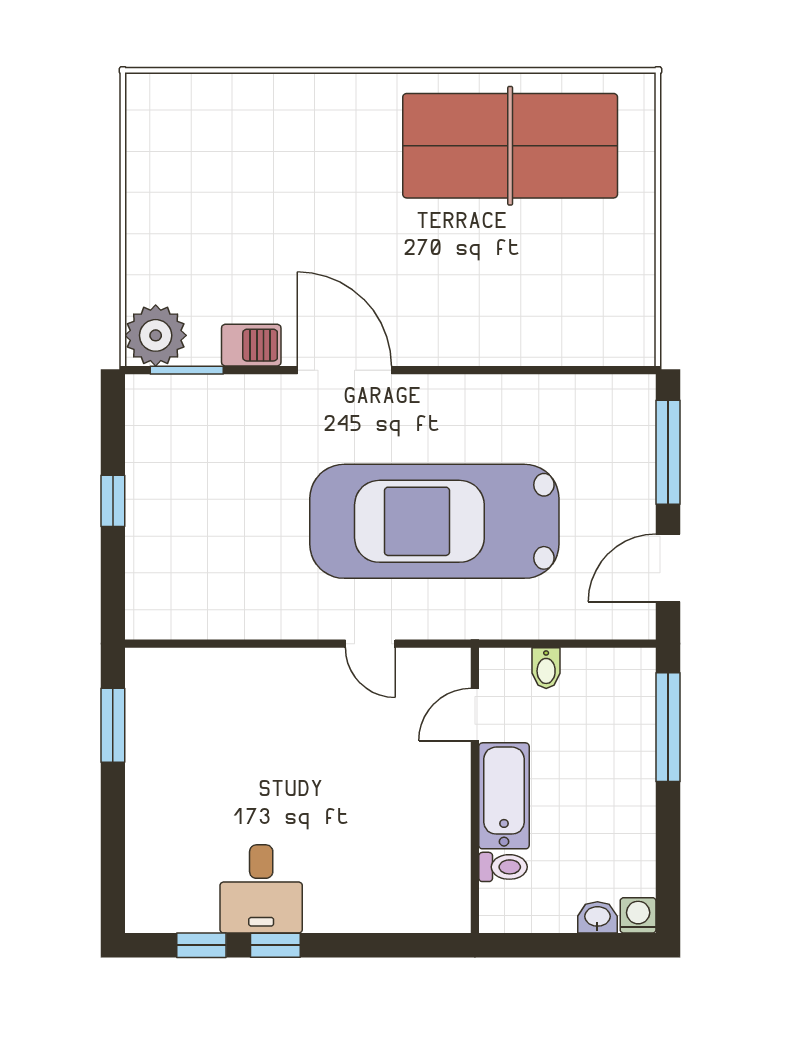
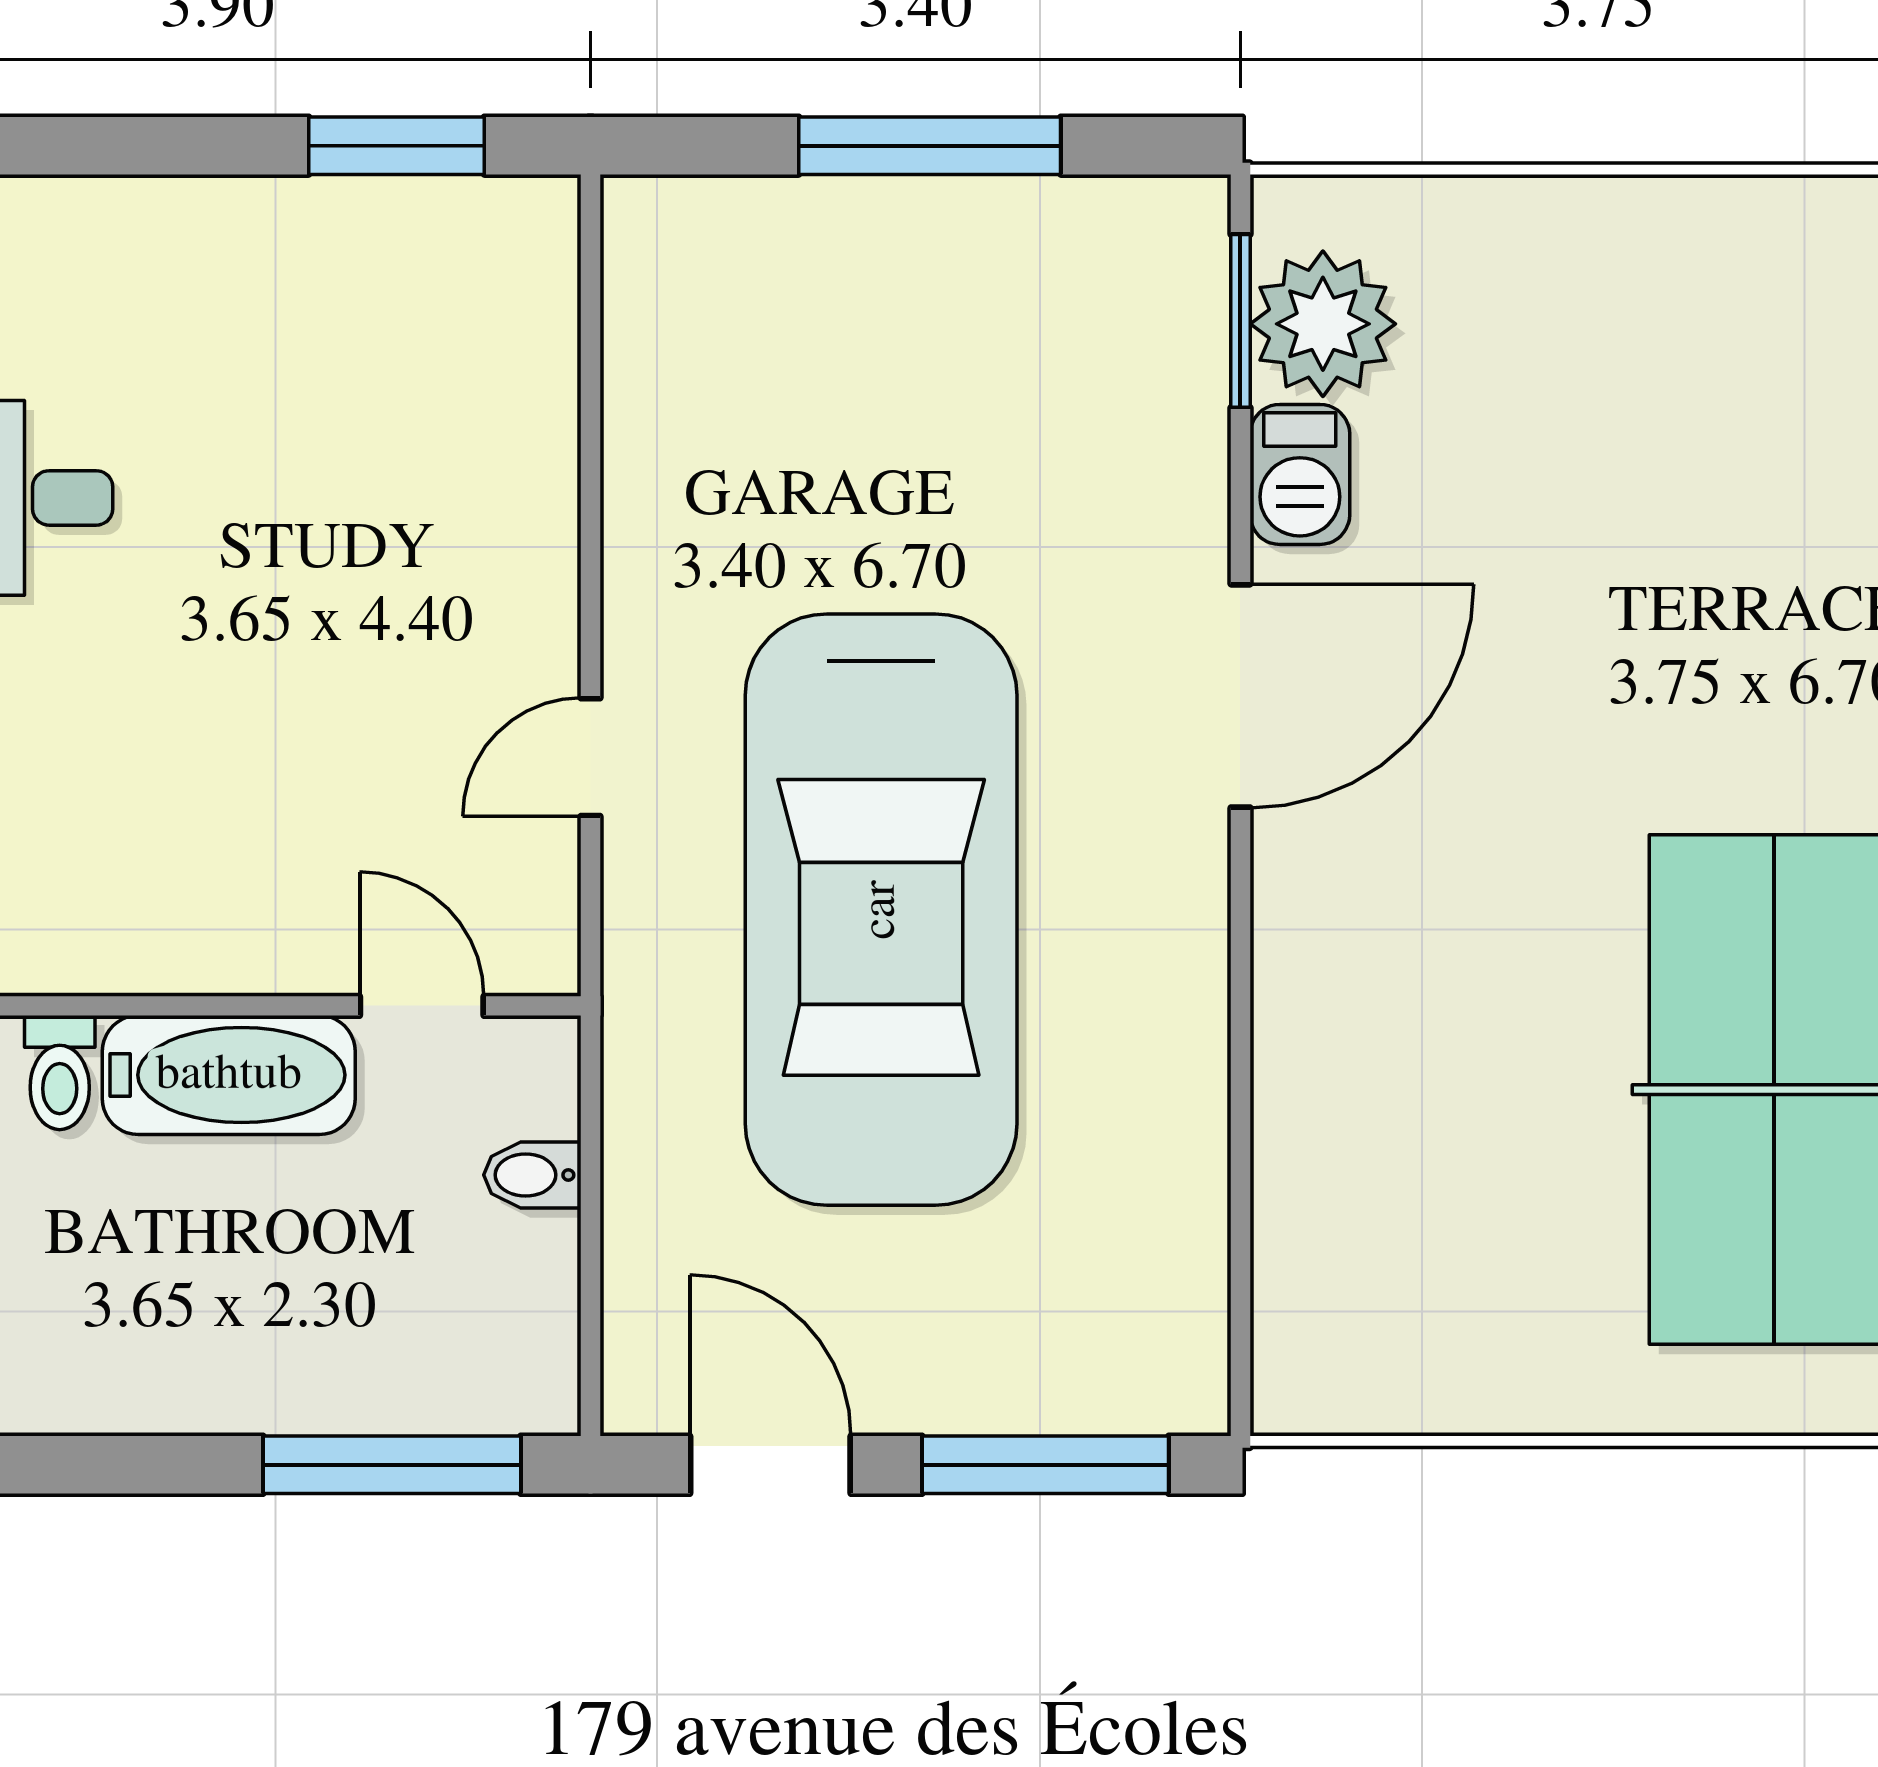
plant: (156, 335) -> (1323, 324), moved
window: (113, 501) -> (930, 146), width x2.17
car: (434, 521) -> (881, 910), turned 180

